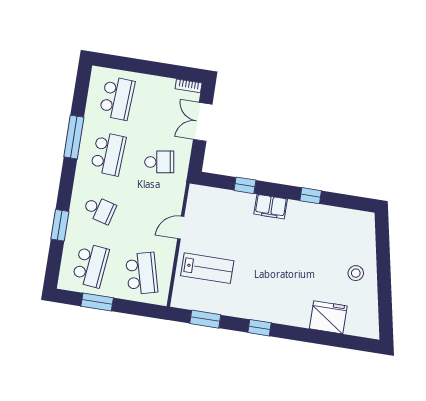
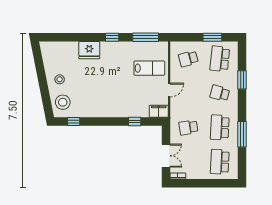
window: (311, 196) -> (74, 122), moved
filing cabinet: (271, 207) -> (159, 111), moved
stool: (356, 235) -> (63, 102), added
lab bench: (207, 268) -> (149, 68), turned 180
school desk: (142, 273) -> (188, 59), width x0.54
fridge: (328, 317) -> (89, 50), moved
window: (205, 319) -> (146, 37), width x1.44

